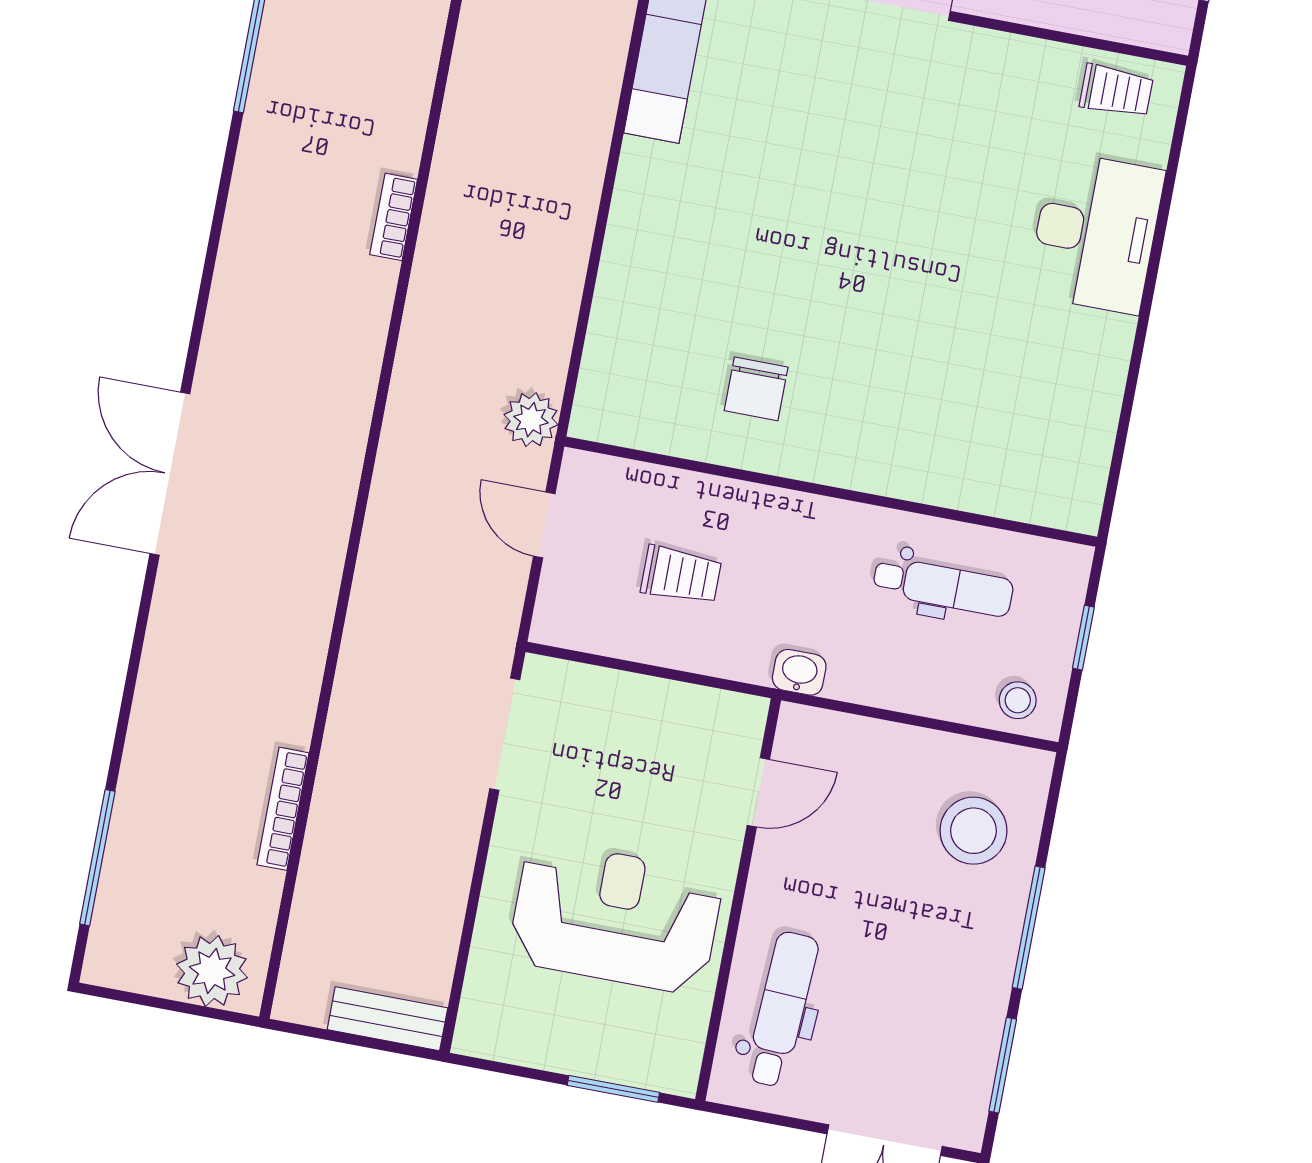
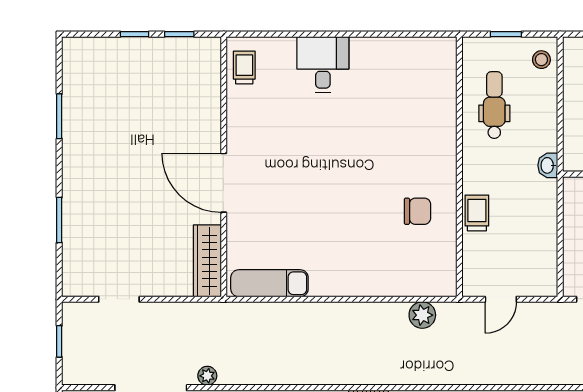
desk: (1096, 233) -> (323, 65), width x0.73
plant: (531, 420) -> (422, 315), moved
trolley: (681, 575) -> (477, 213), moved

